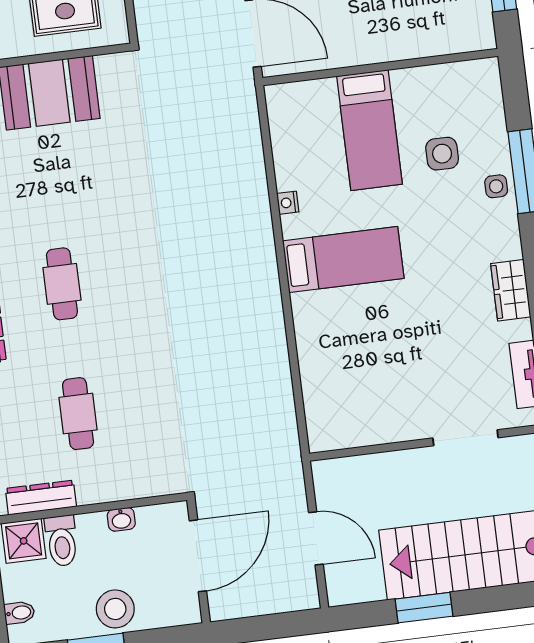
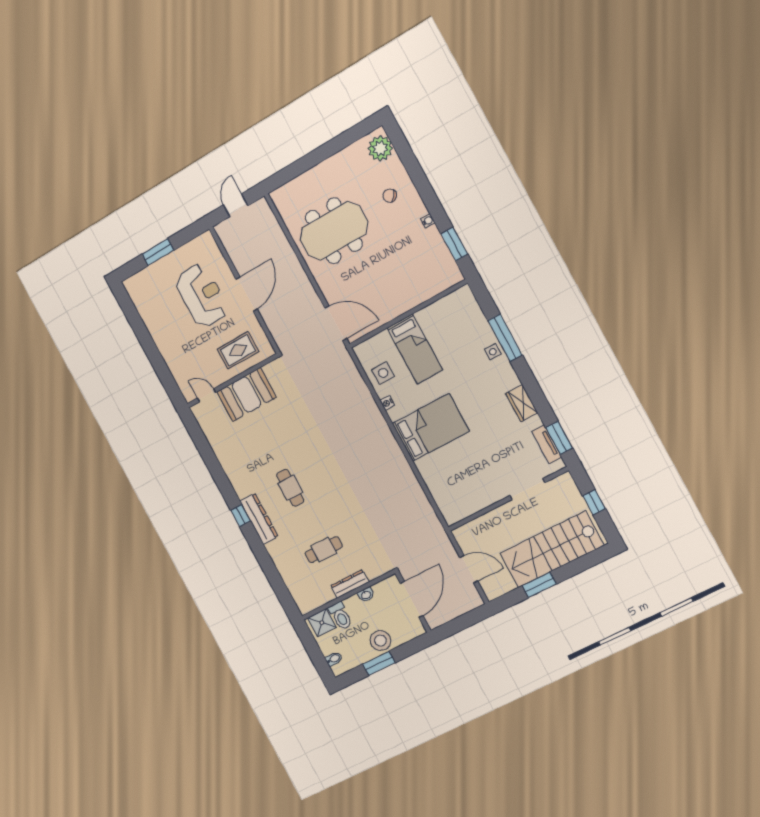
side table: (442, 154) -> (383, 373), moved
bed: (343, 260) -> (431, 427), width x1.50
cafe table: (78, 414) -> (324, 550), turned 90
dresser: (41, 498) -> (350, 584), moved

